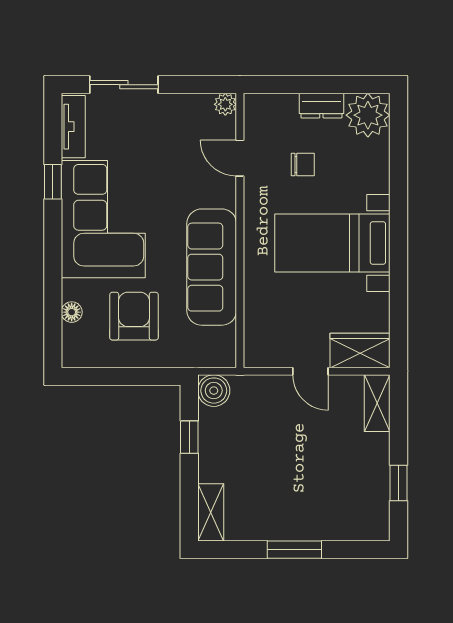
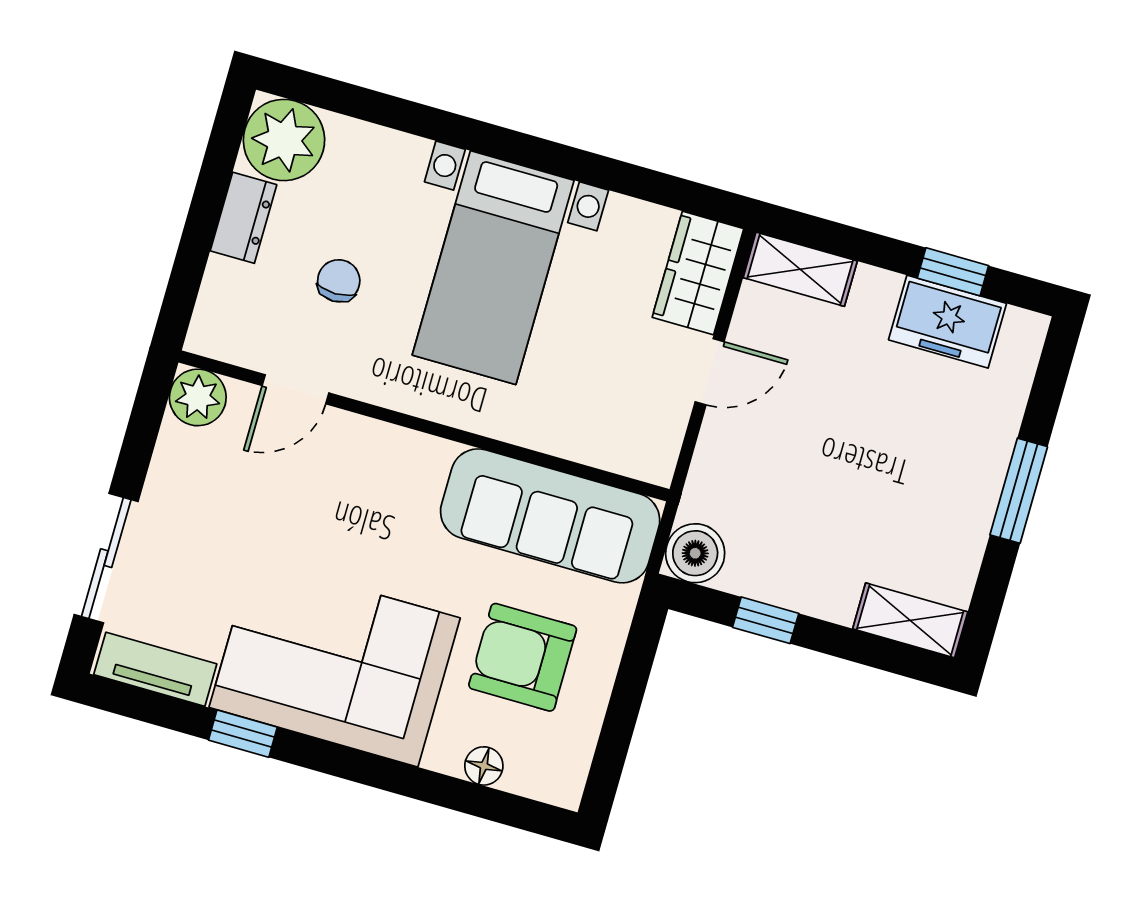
plant: (225, 104) -> (198, 397), width x1.38, depth x1.38
sofa: (212, 267) -> (550, 516), moved
freezer: (372, 488) -> (948, 322), added

